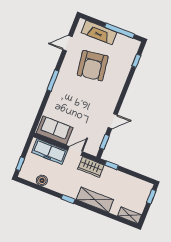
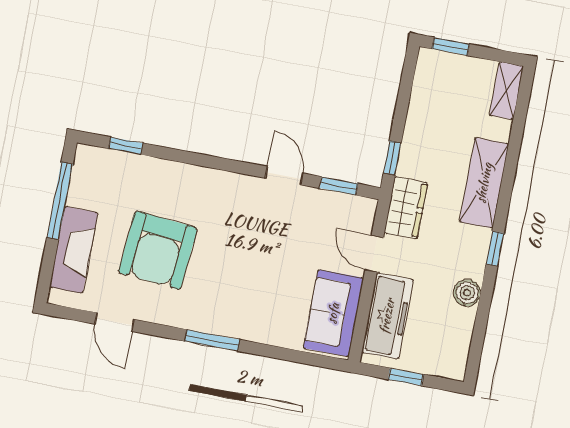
armchair: (93, 66) -> (158, 250), turned 103
window: (20, 164) -> (406, 377), moved
boiler: (42, 181) -> (467, 293), moved

